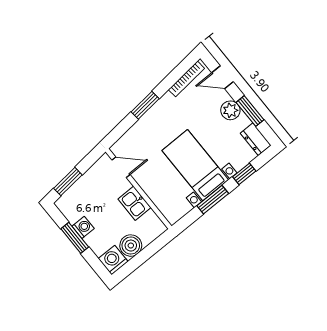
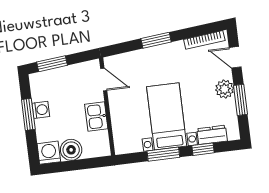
dresser: (256, 139) -> (212, 135), moved, turned 90

